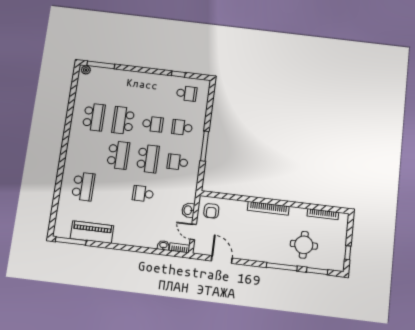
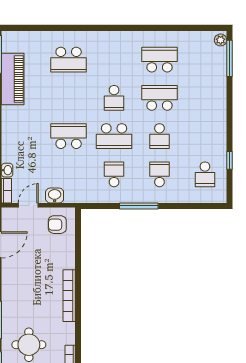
school desk: (94, 117) -> (159, 60), turned 180
school desk: (118, 155) -> (114, 98), width x0.54
school desk: (143, 194) -> (69, 136), width x1.85

